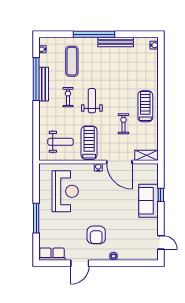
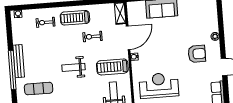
bench: (116, 42) -> (19, 61), moved
exercise bike: (68, 97) -> (45, 22), moved

